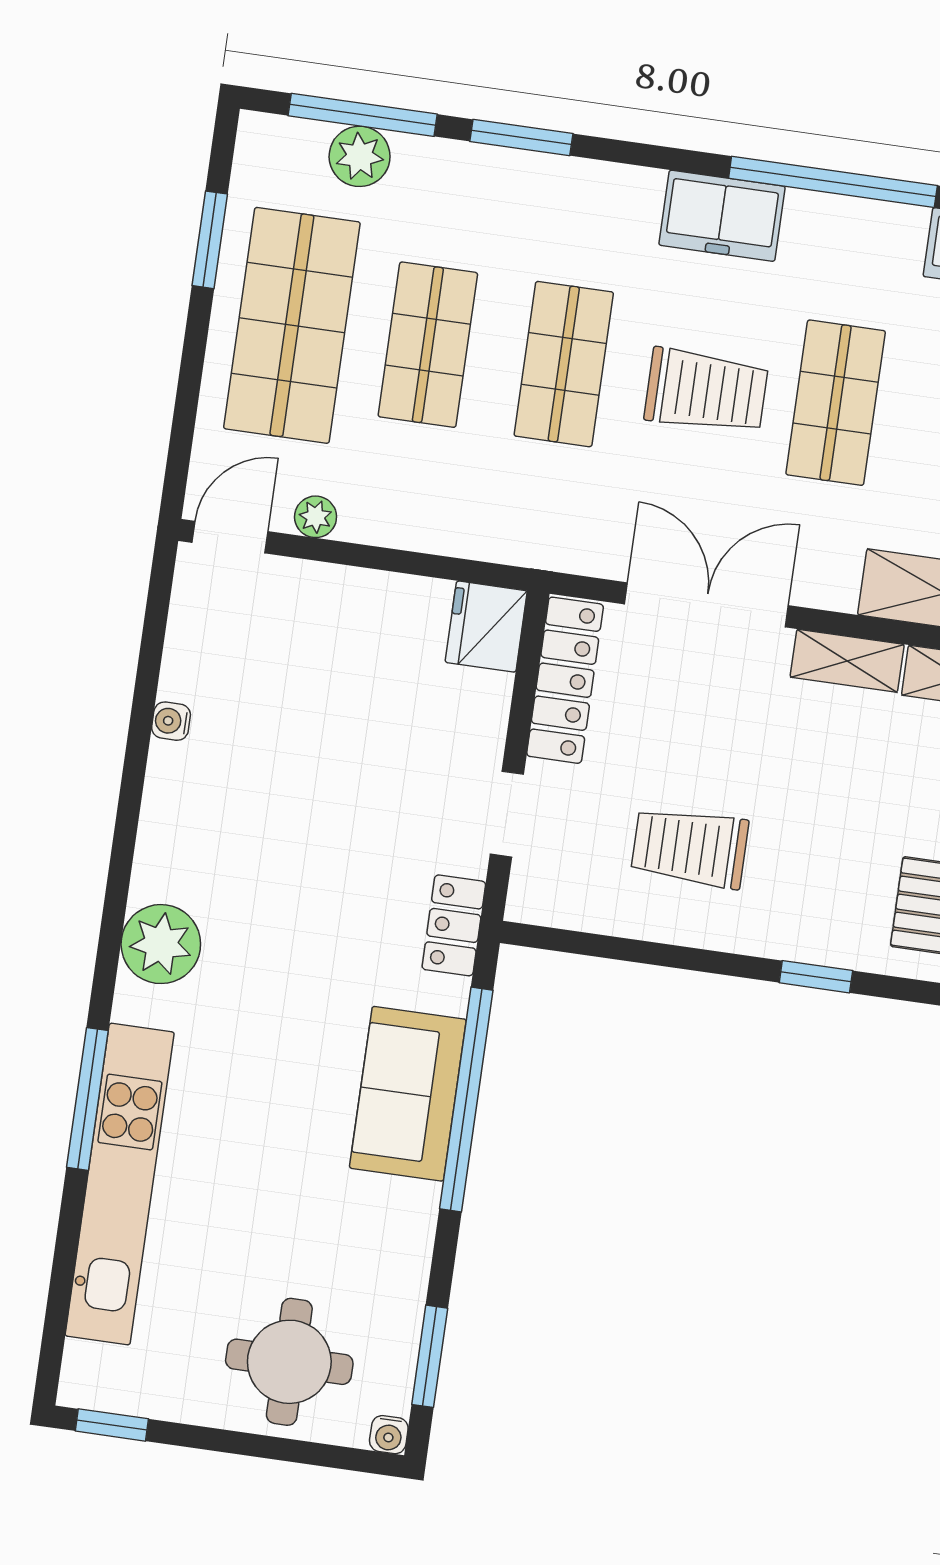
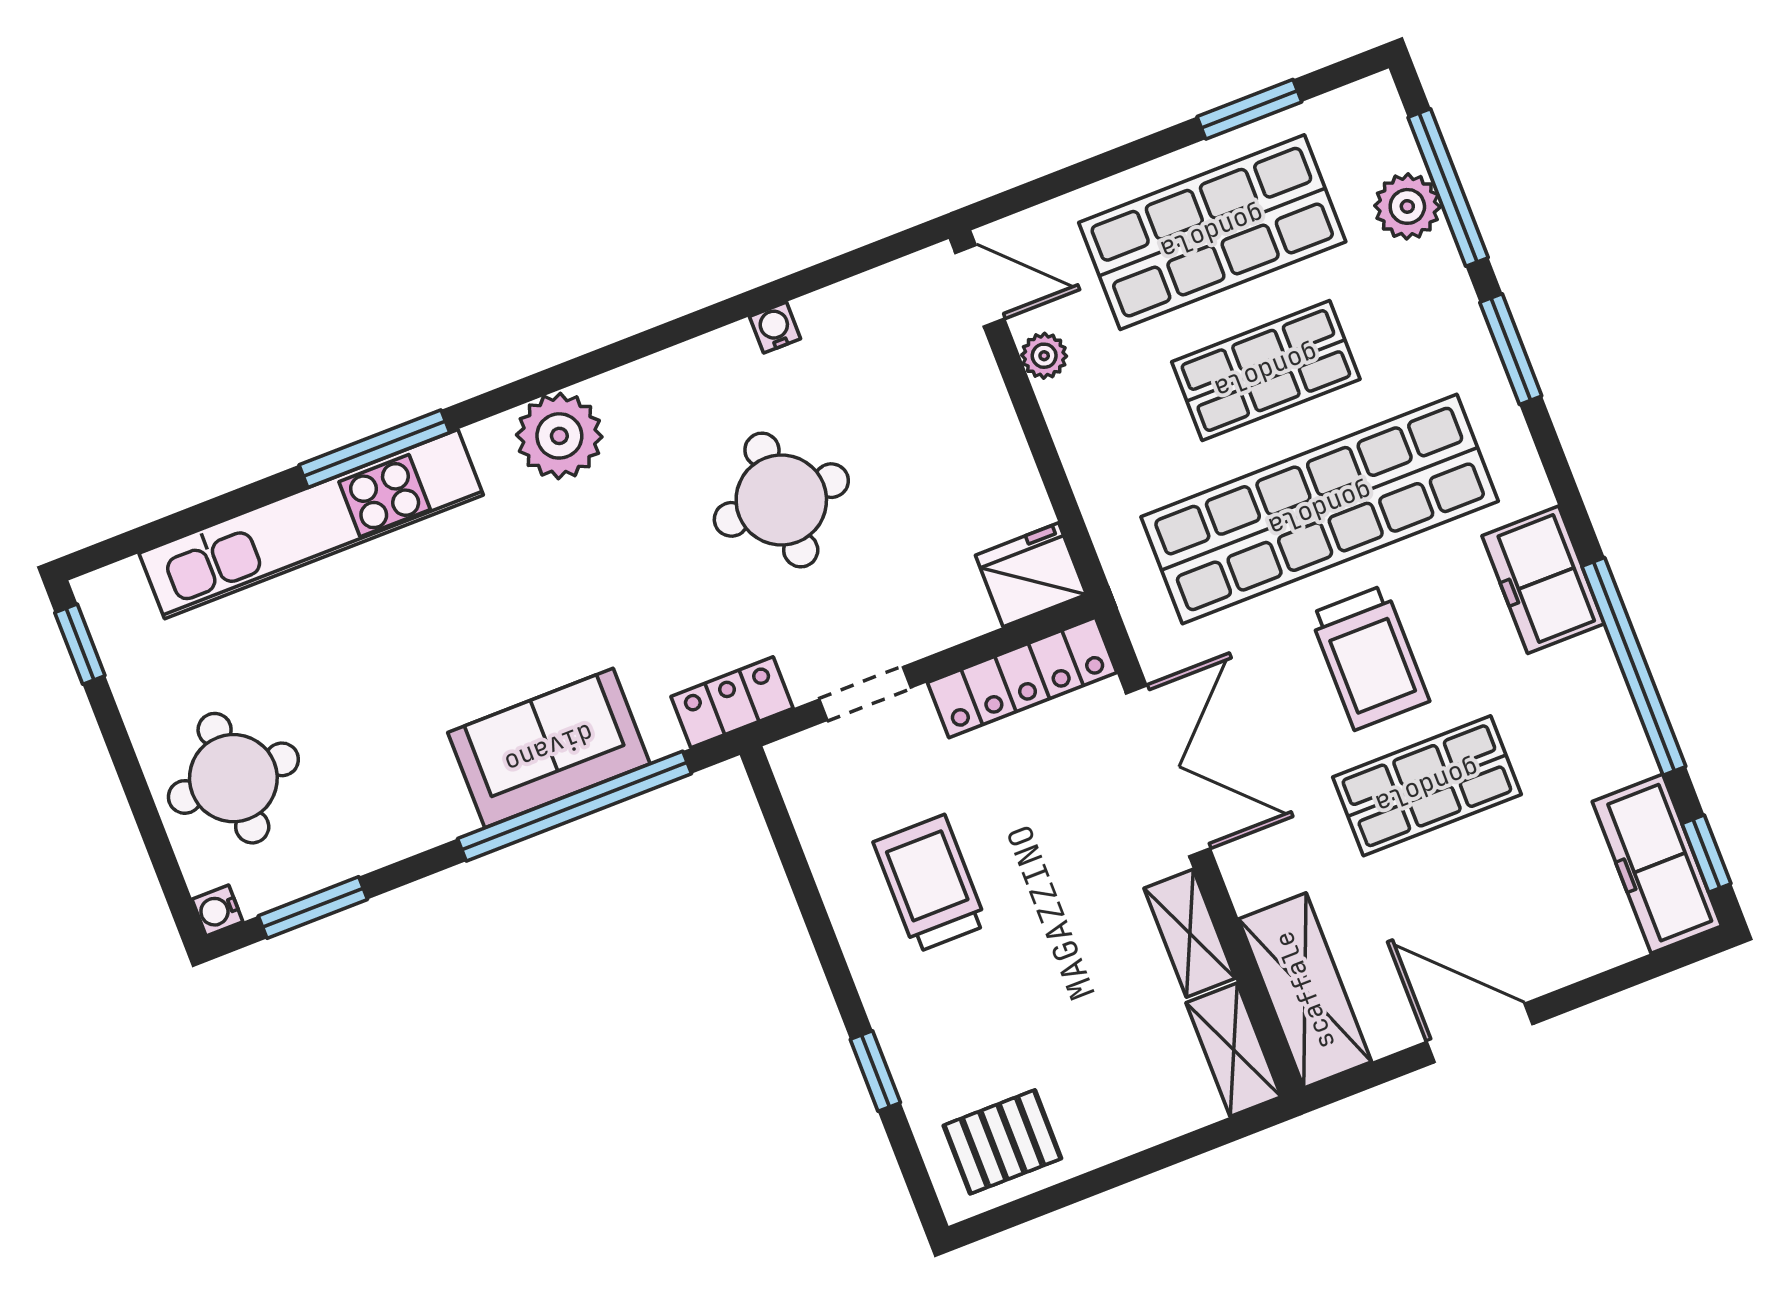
shop shelf: (564, 364) -> (1320, 509), width x2.00, depth x1.36
round table: (313, 794) -> (781, 500), added

